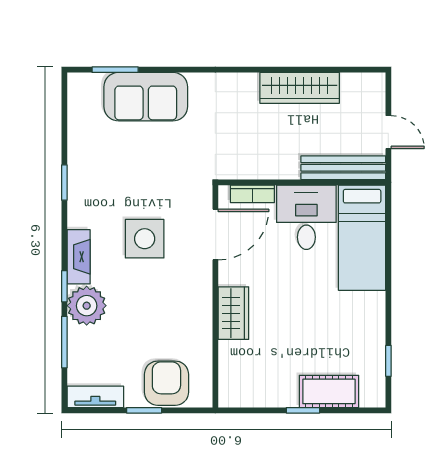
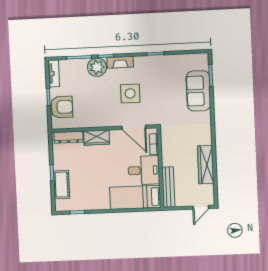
door: (388, 132) -> (201, 207), moved
dresser: (230, 372) -> (68, 137), added

